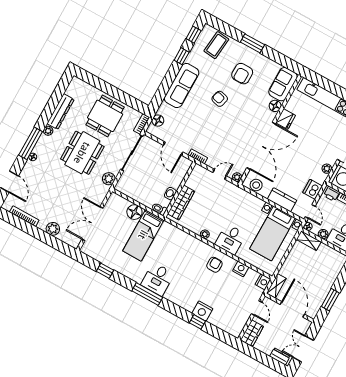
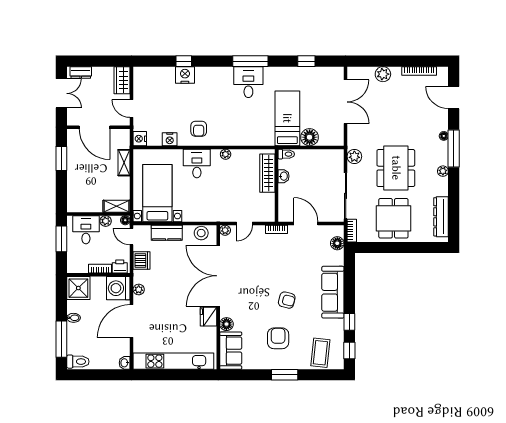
dresser: (61, 112) -> (441, 217), moved
shelving: (276, 286) -> (124, 163), moved

